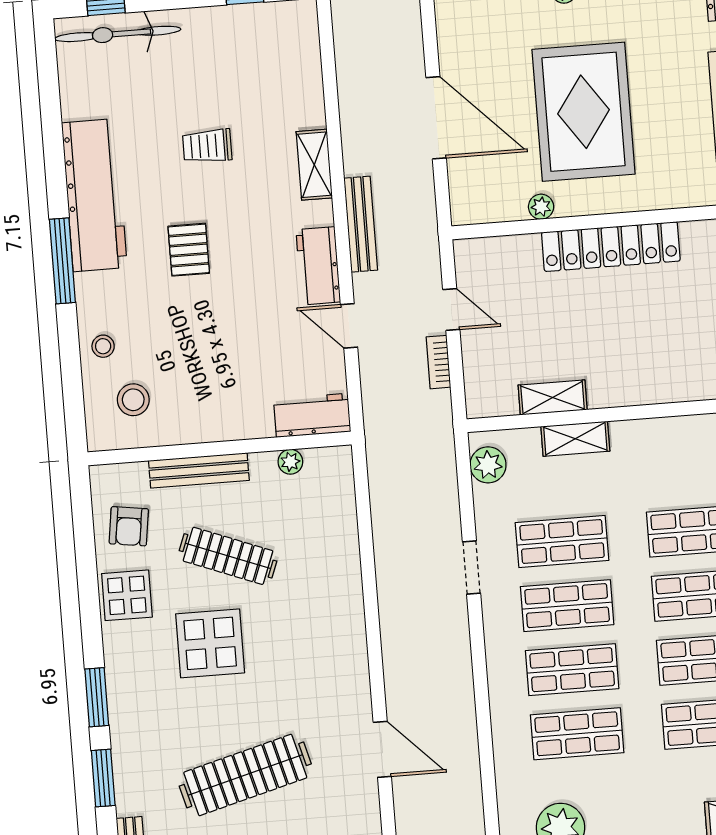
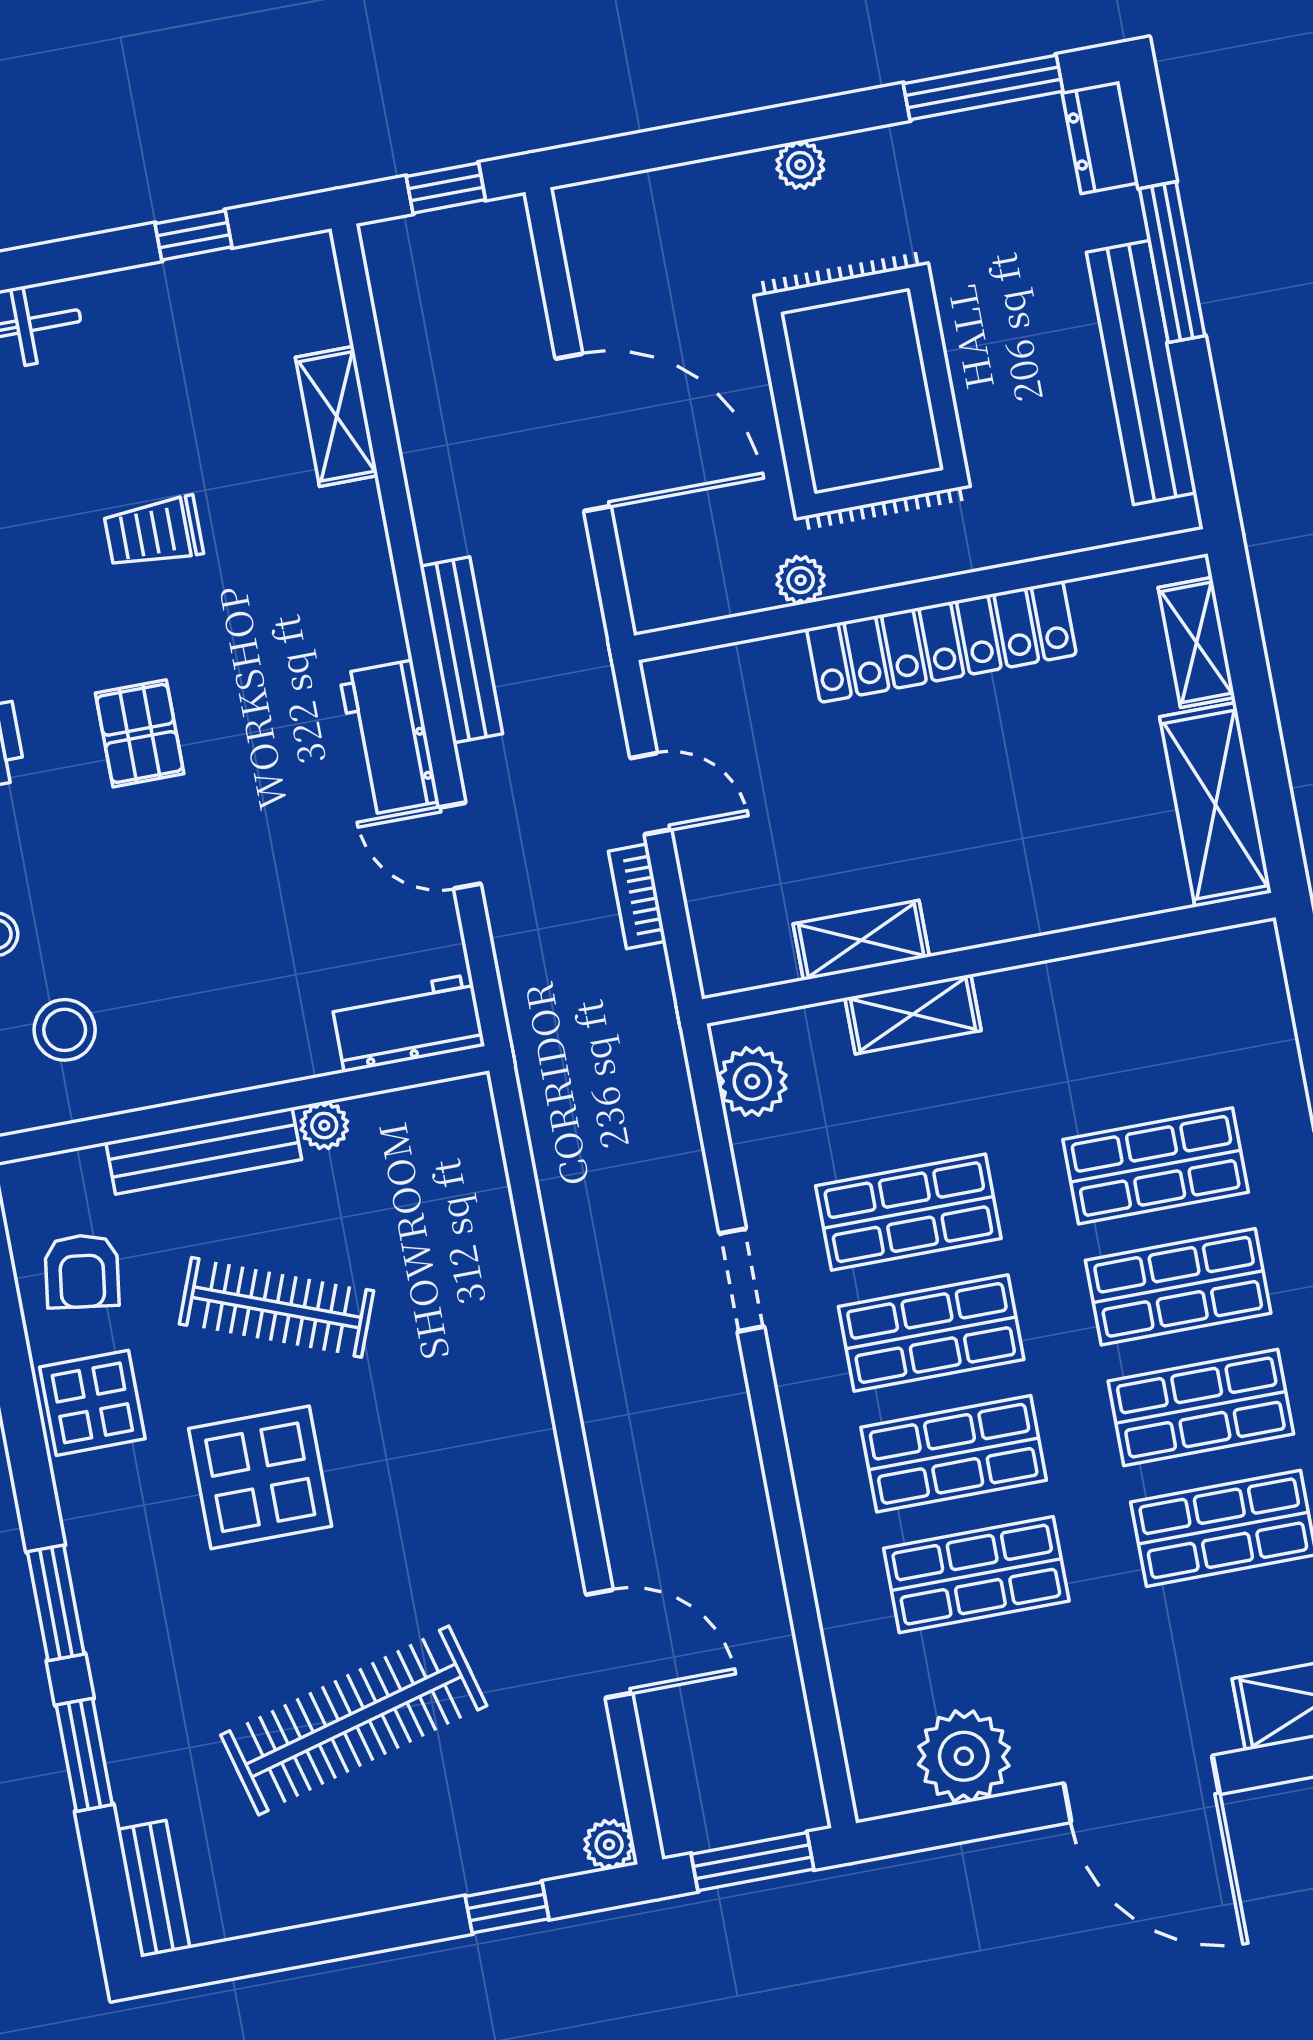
shelving: (314, 165) -> (337, 416), moved
plant: (290, 462) -> (324, 1125), moved

